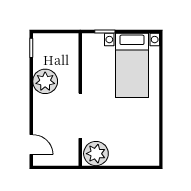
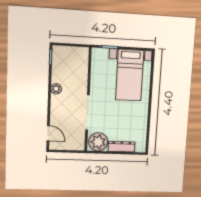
plant: (45, 81) -> (56, 89), width x0.53, depth x0.53
dresser: (127, 159) -> (122, 147), added

